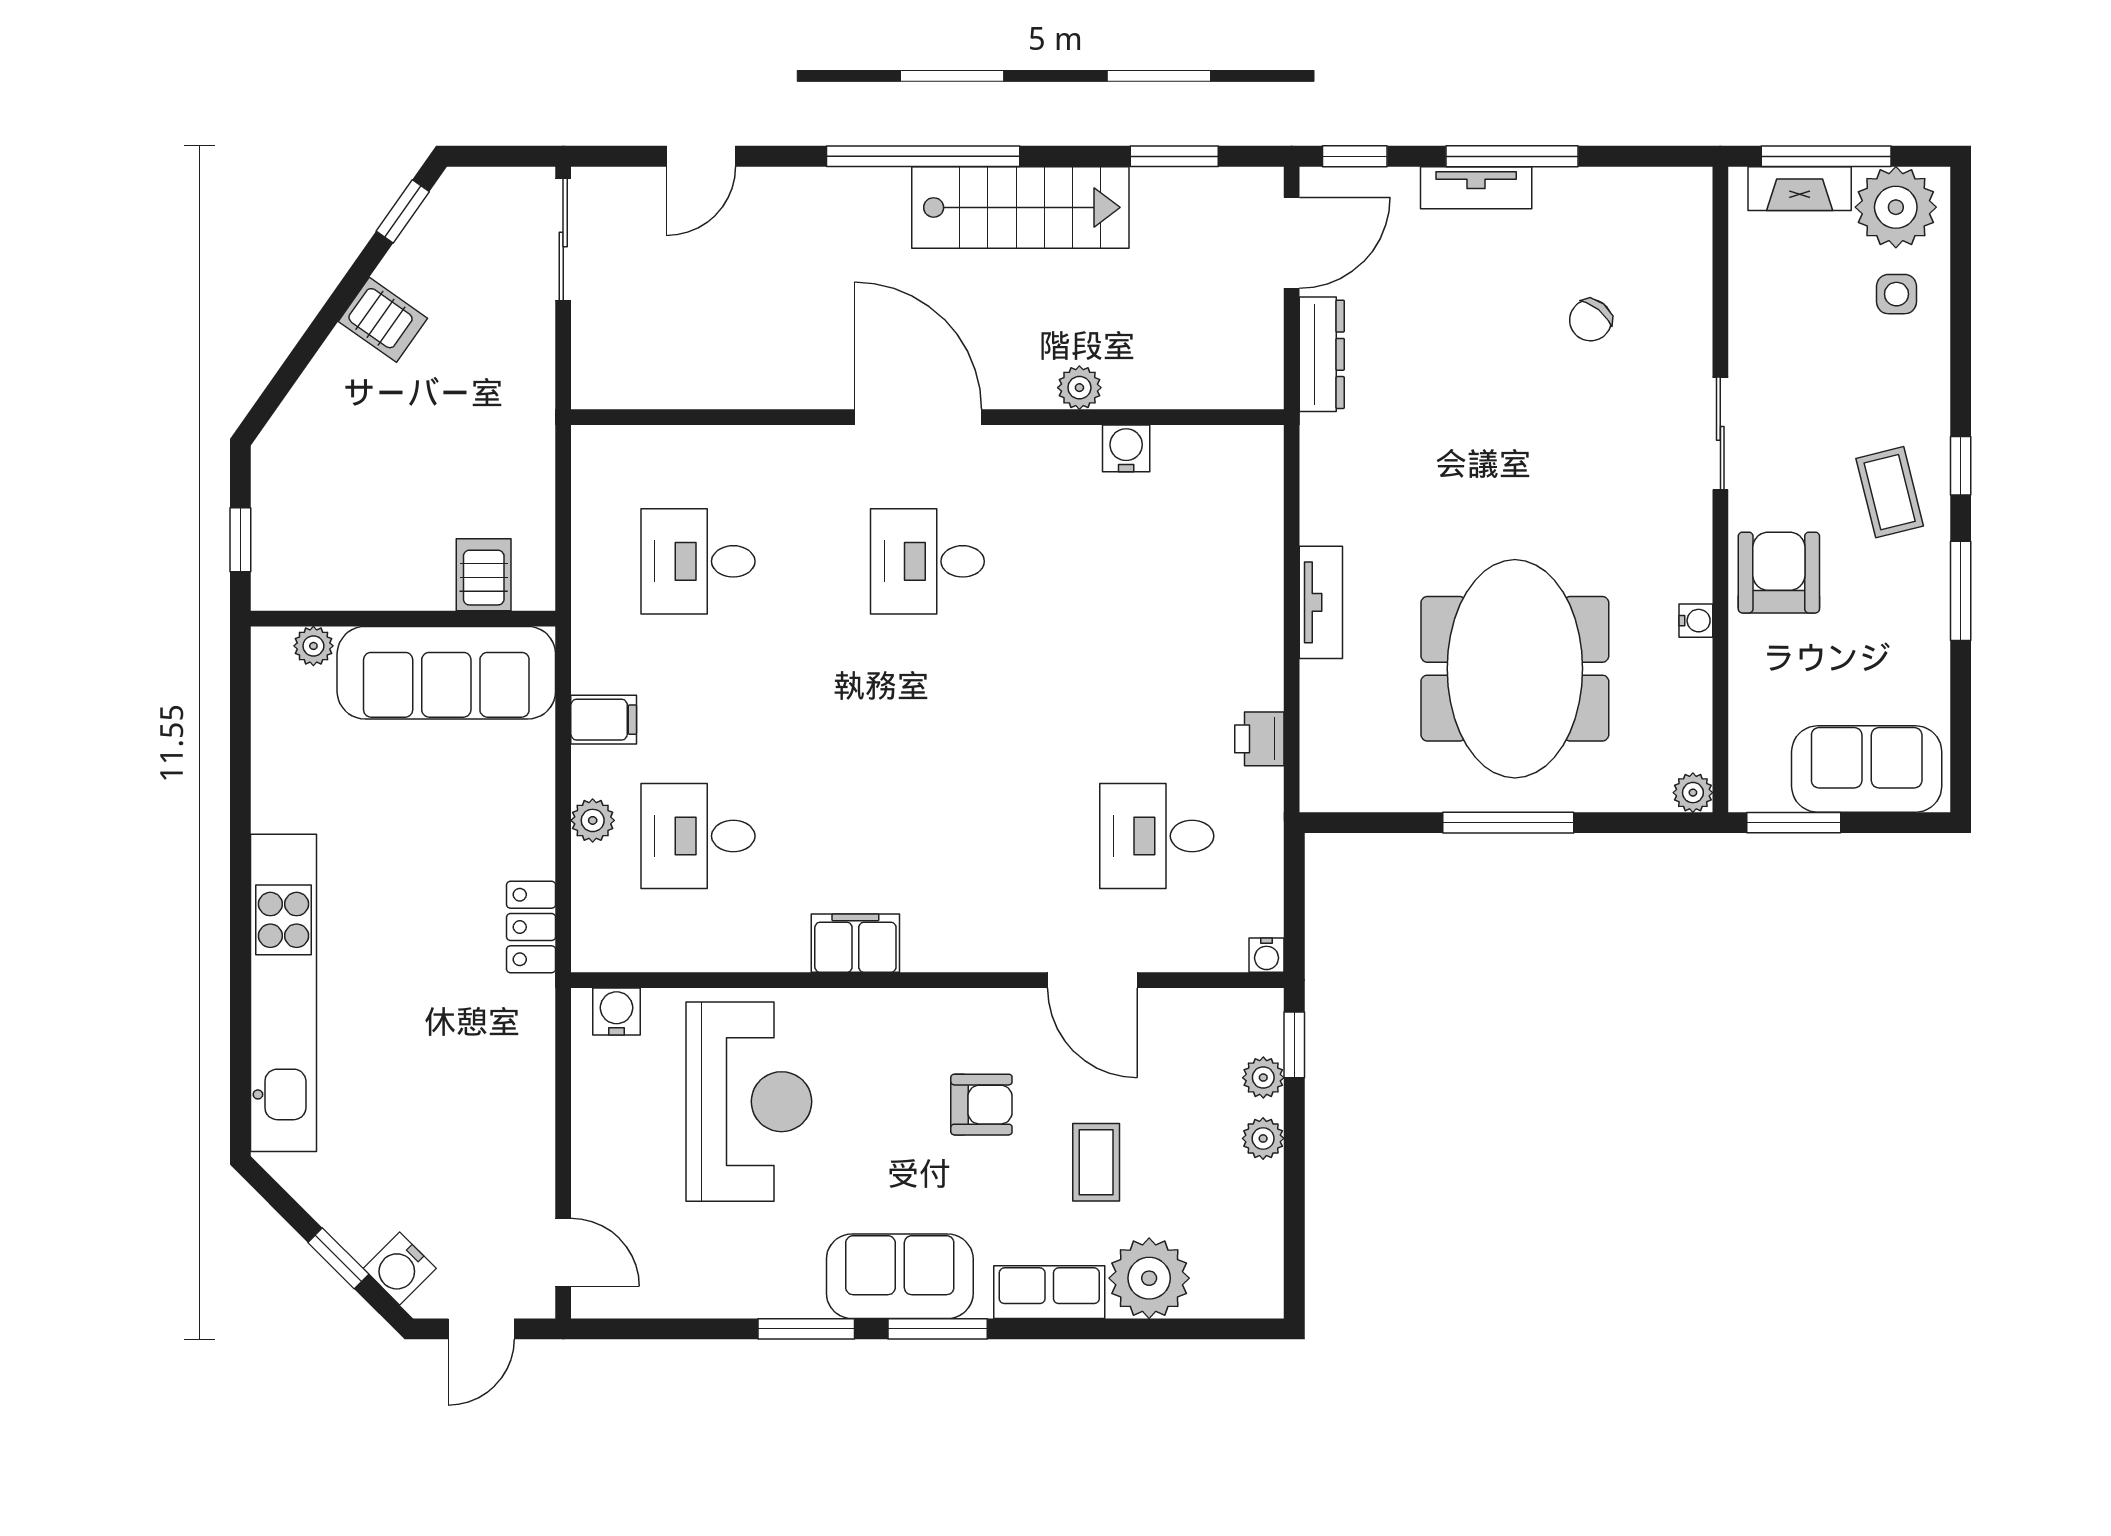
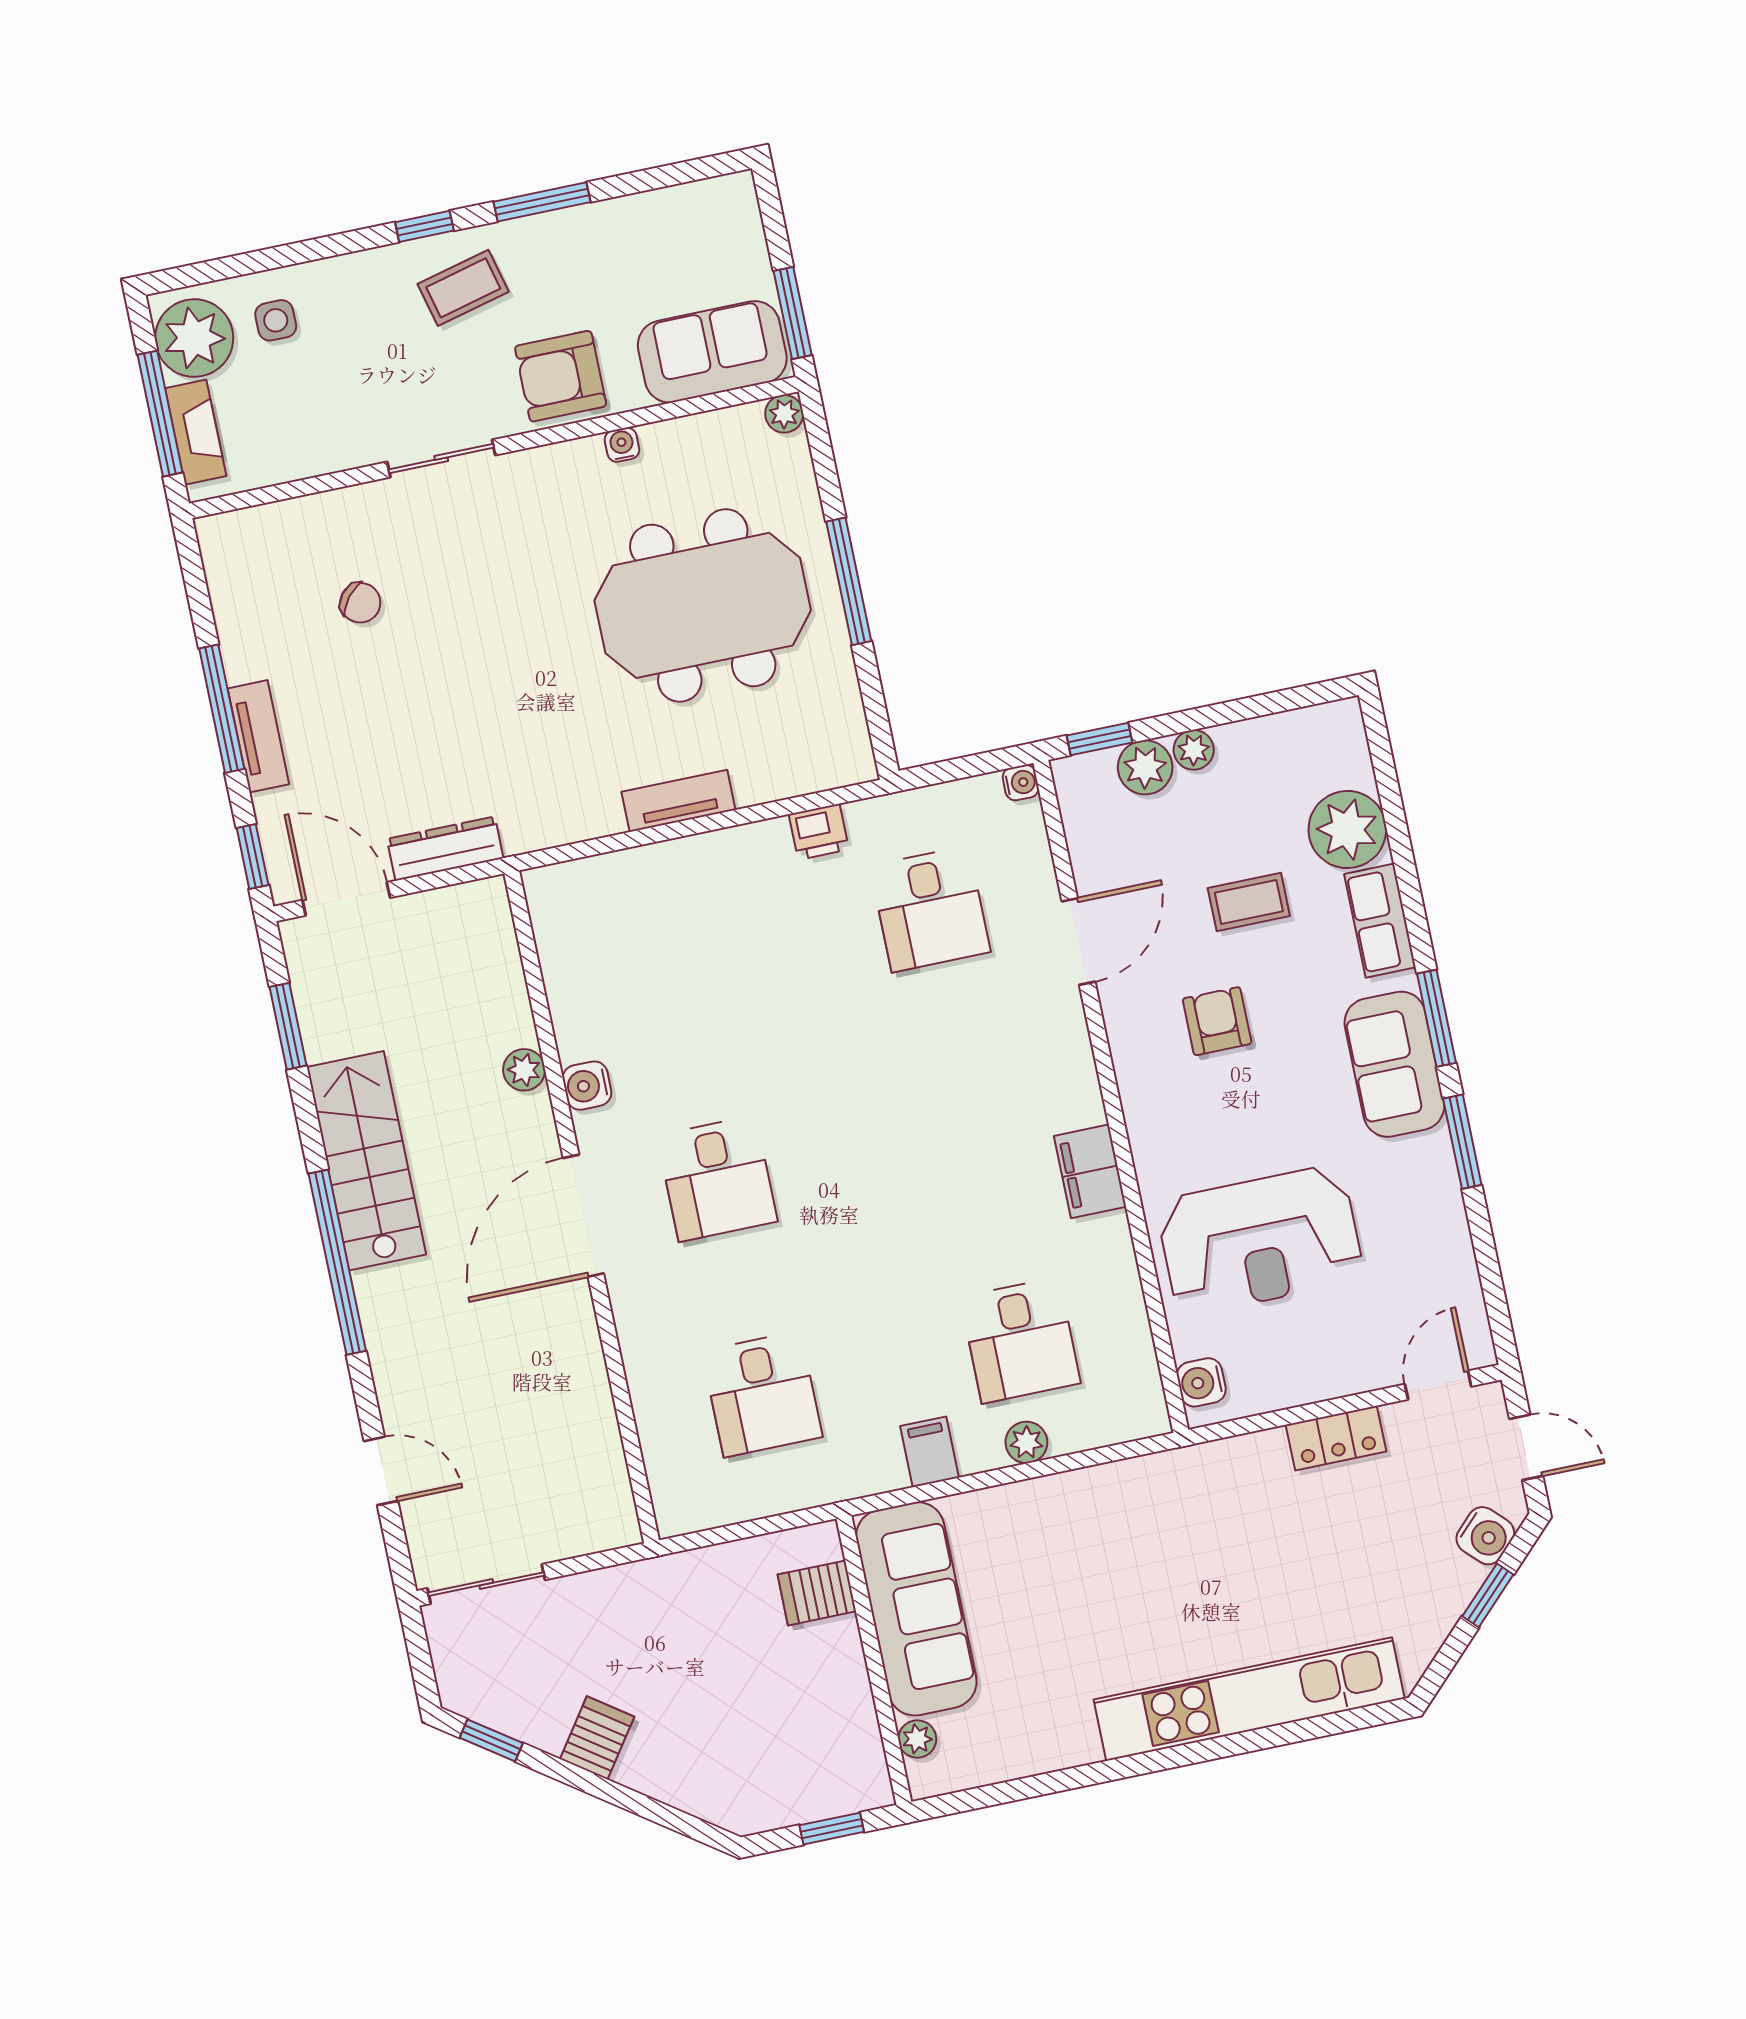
water cooler: (1126, 448) -> (587, 1086), moved
sofa: (1867, 769) -> (712, 352), moved, turned 90
locker: (531, 927) -> (1336, 1438), moved
plant: (1263, 1078) -> (1145, 767), width x1.38, depth x1.38
reception desk: (749, 1102) -> (1260, 1240), turned 180

